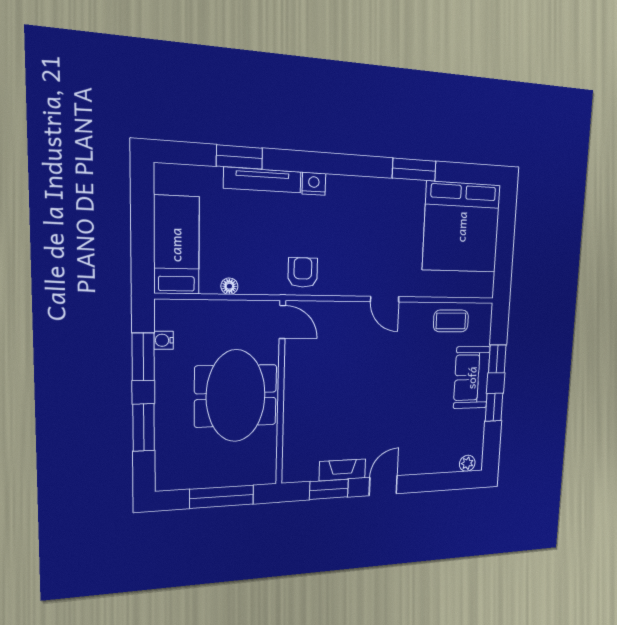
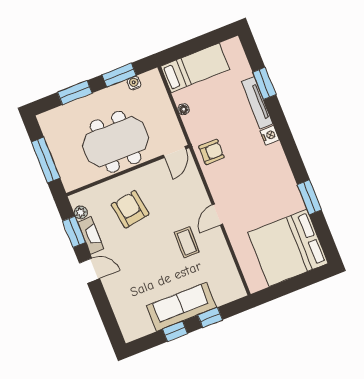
coffee table: (451, 321) -> (187, 242), moved
sofa: (472, 378) -> (181, 307), width x1.36
armchair: (331, 409) -> (130, 209), added
plant: (467, 463) -> (81, 212), moved

